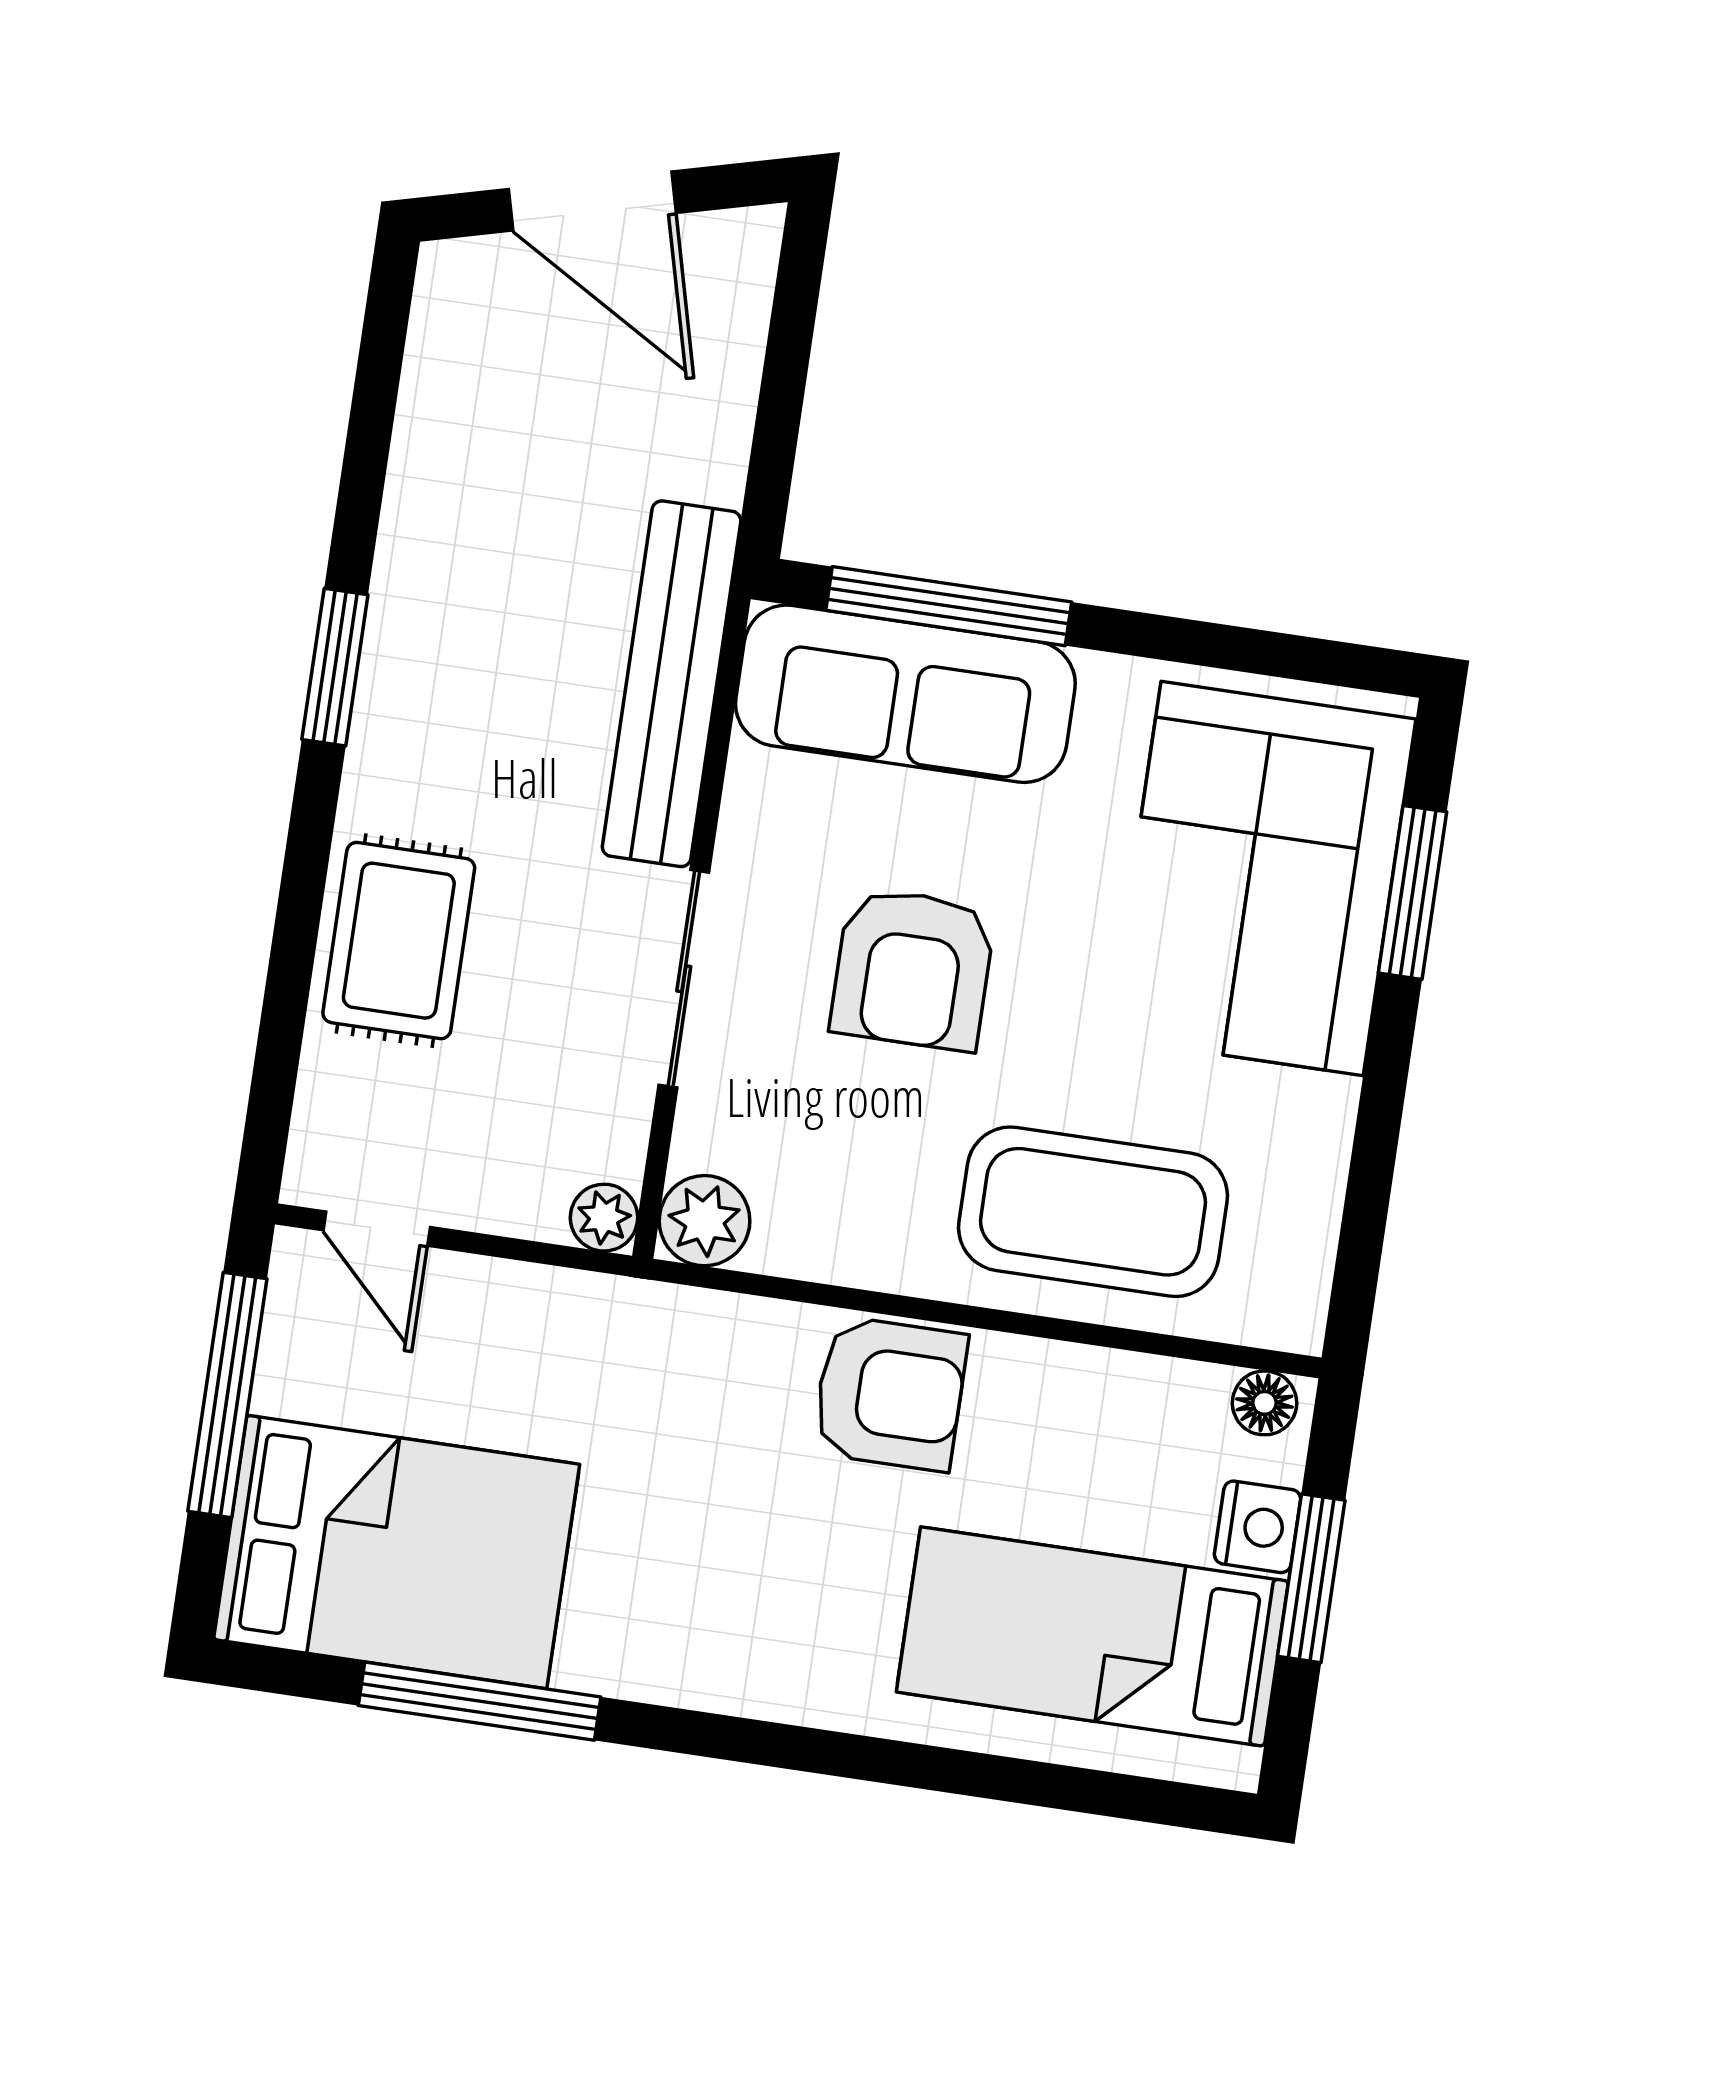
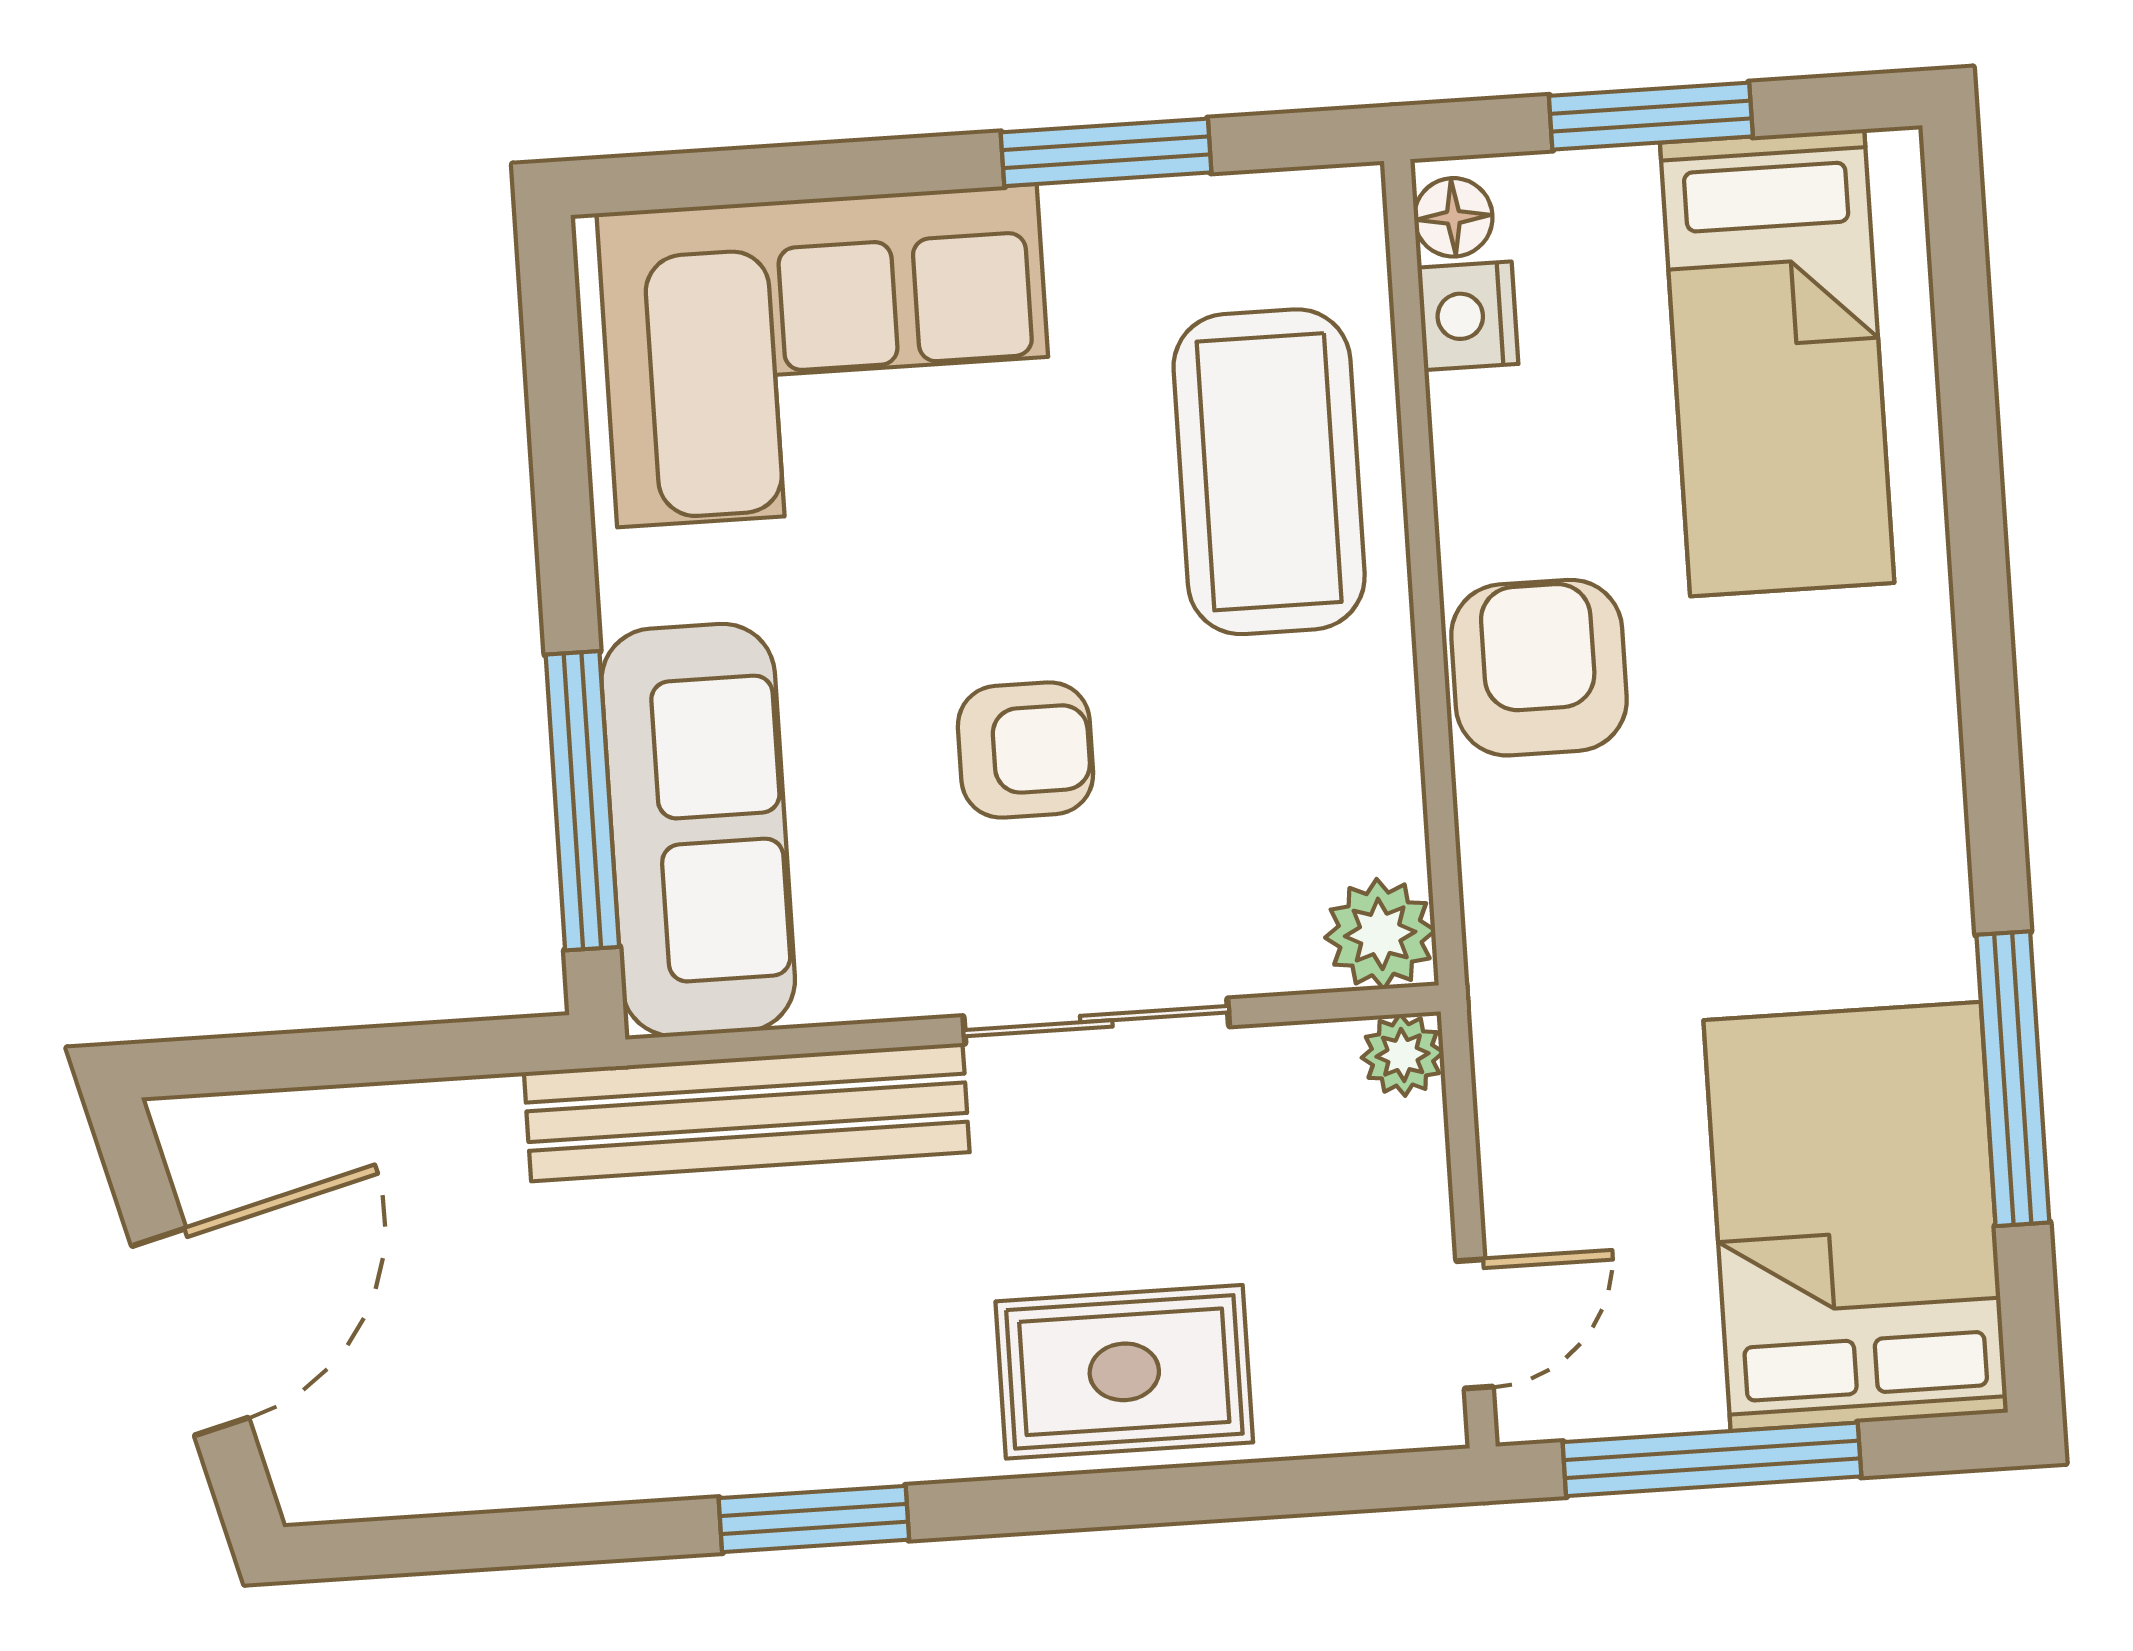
window: (1413, 892) -> (1106, 152), moved
armchair: (913, 969) -> (1025, 750), width x0.72, depth x0.72
nightstand: (1258, 1527) -> (1468, 316), moved, turned -90

